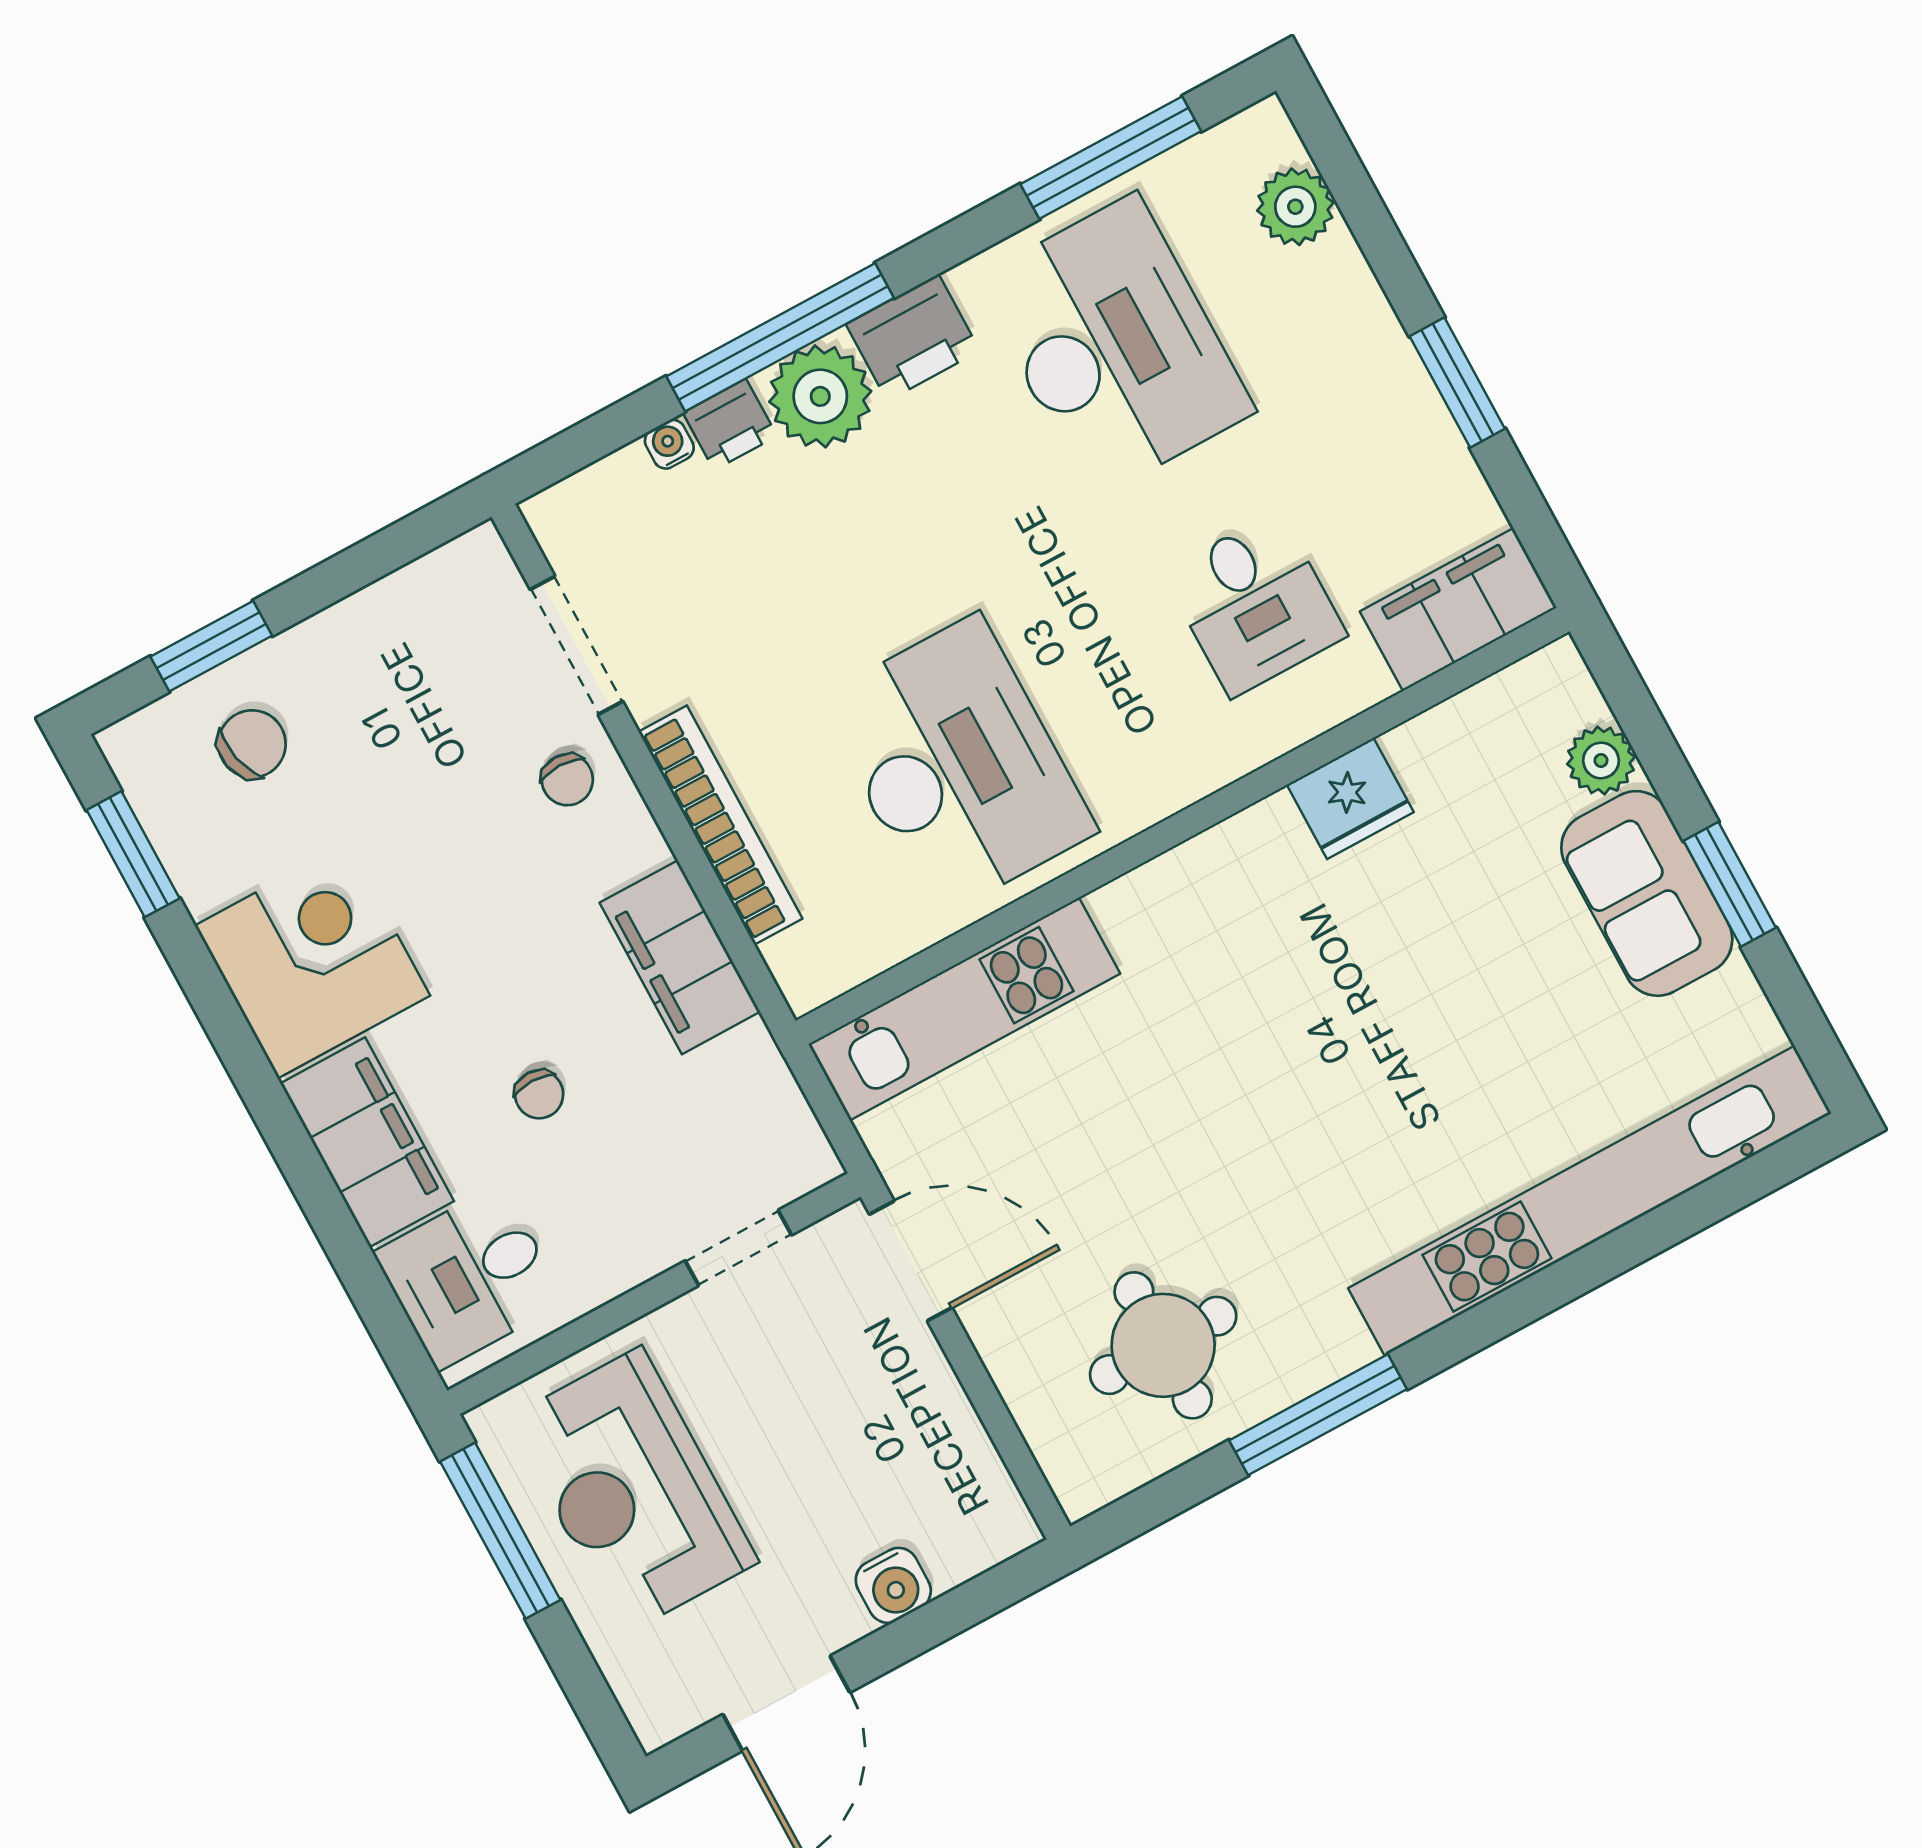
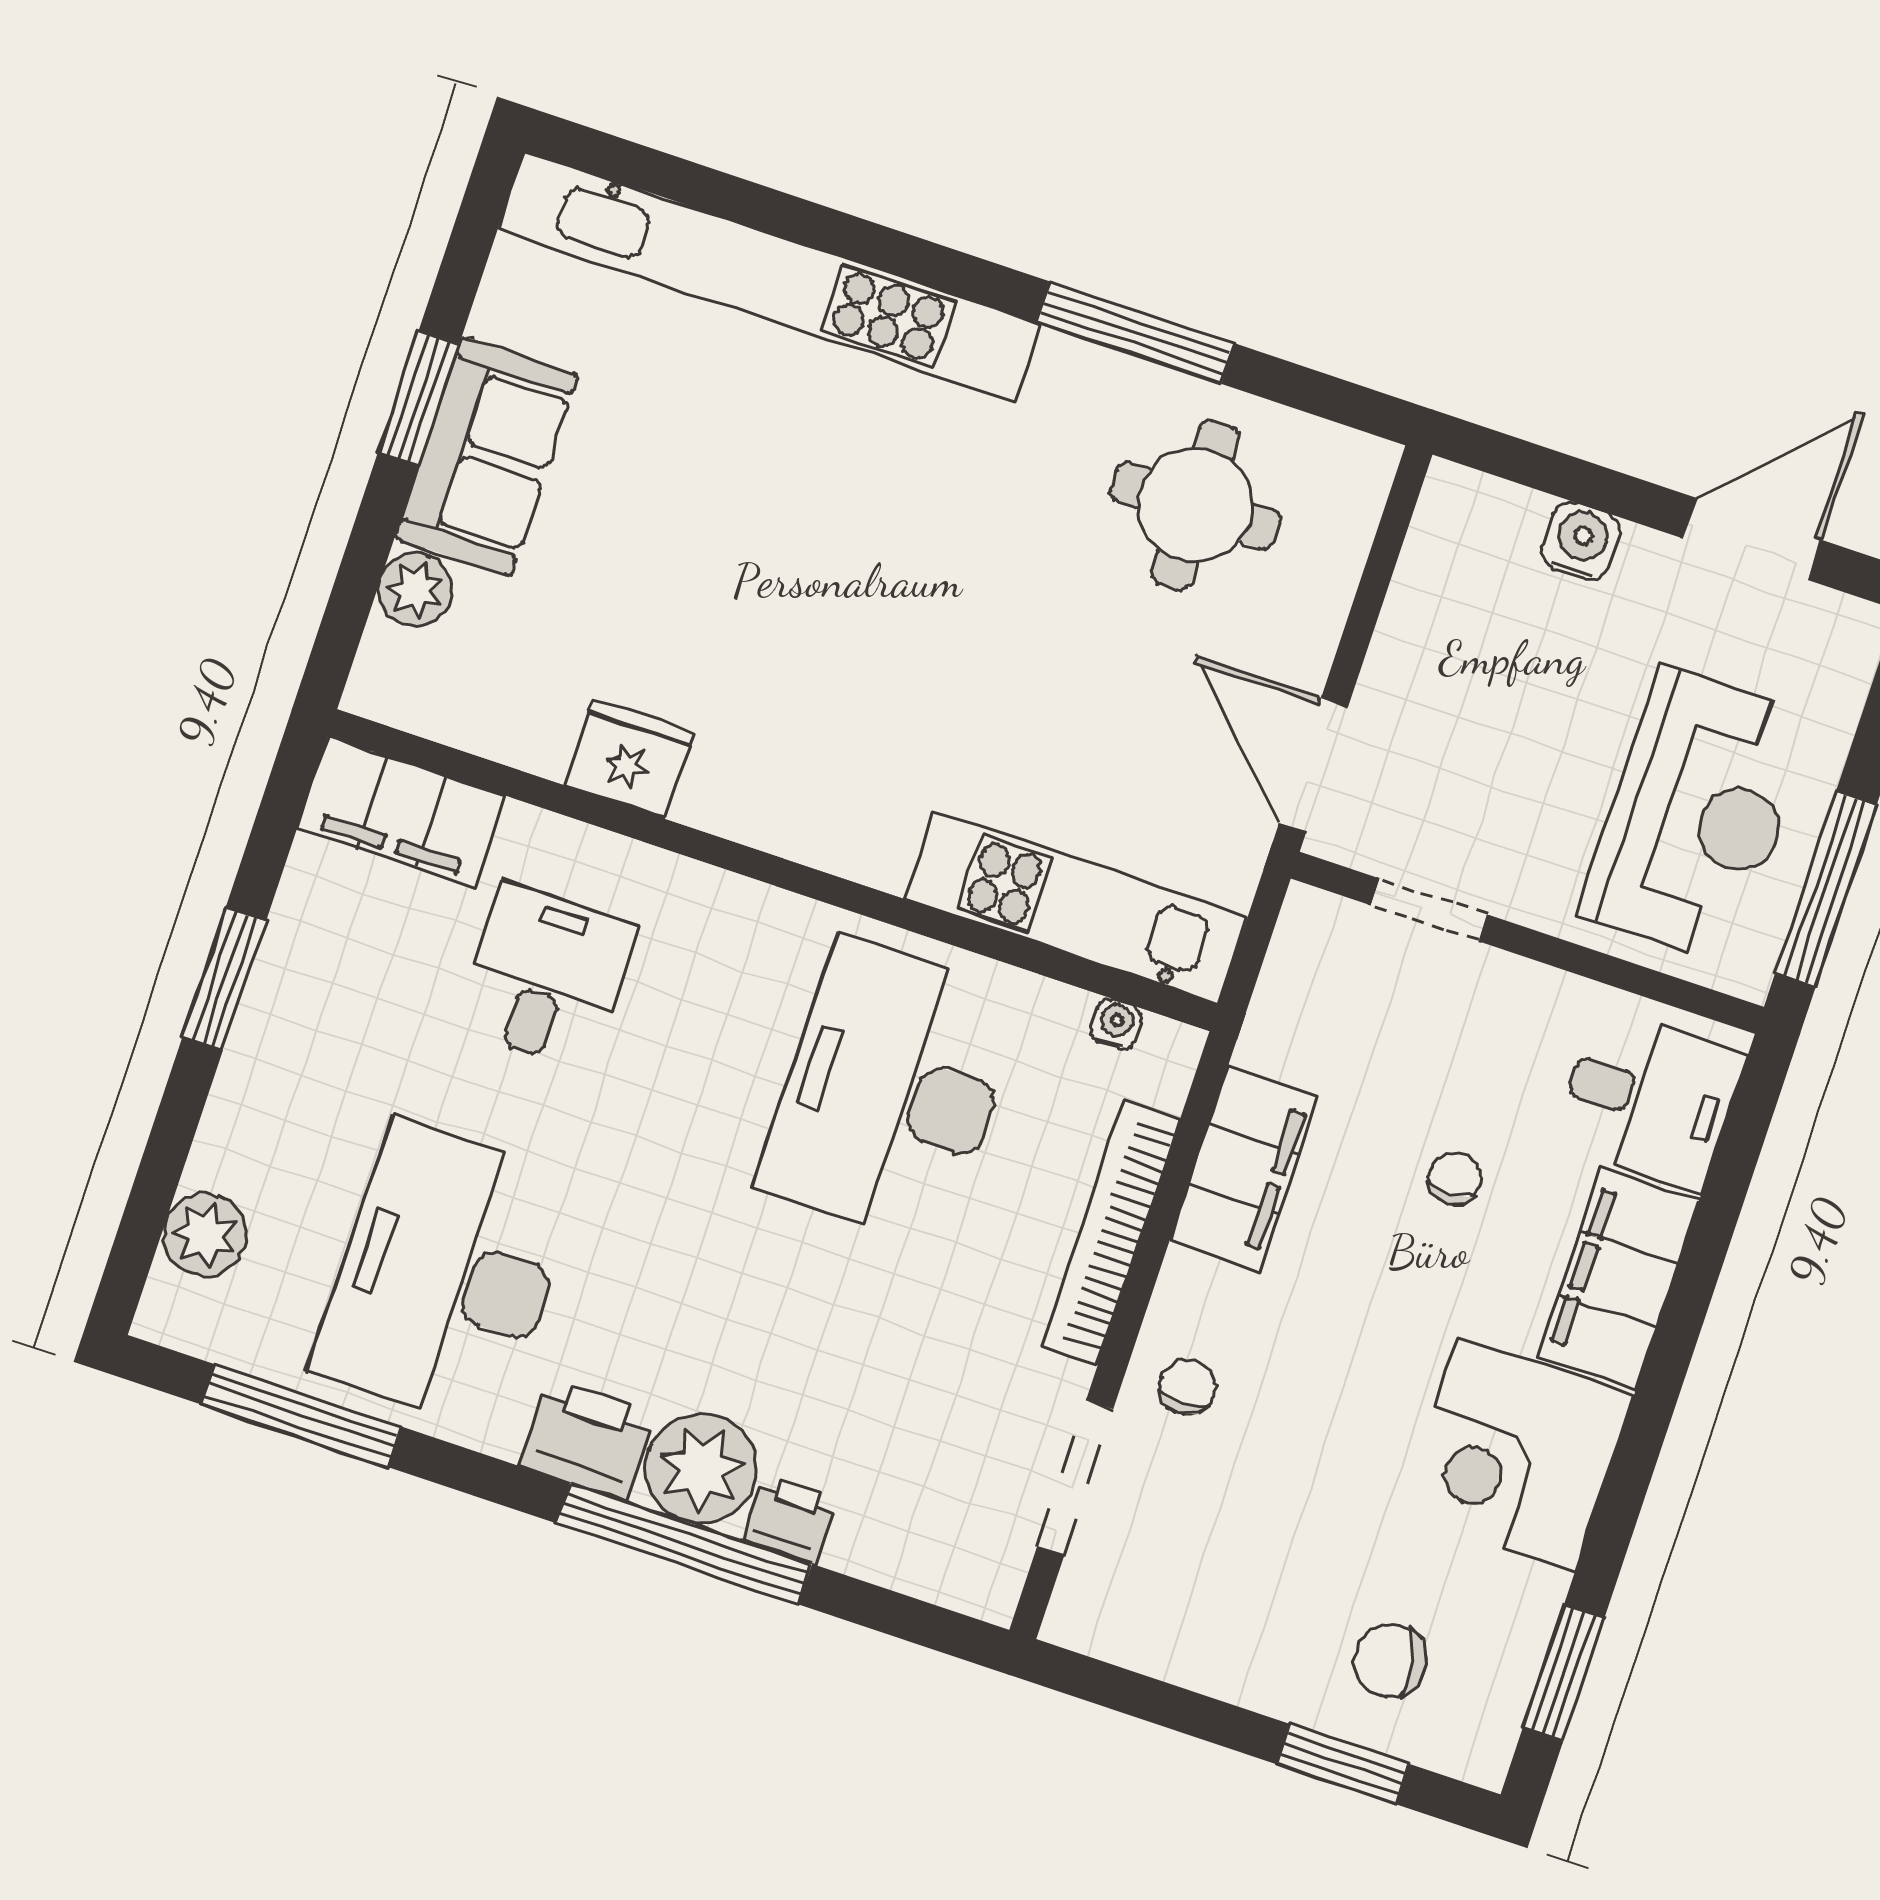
water cooler: (669, 444) -> (1116, 1024), moved, turned 180

